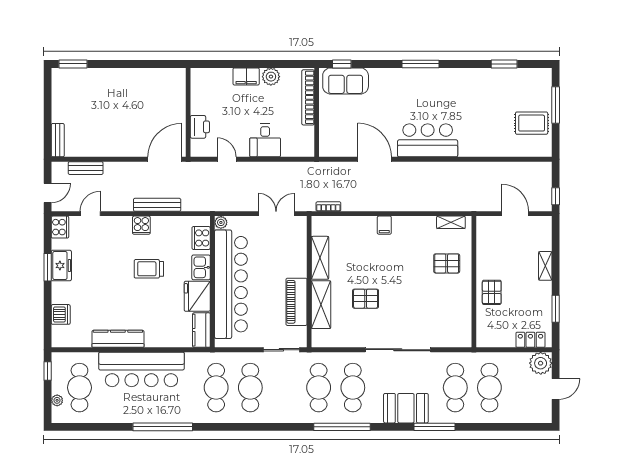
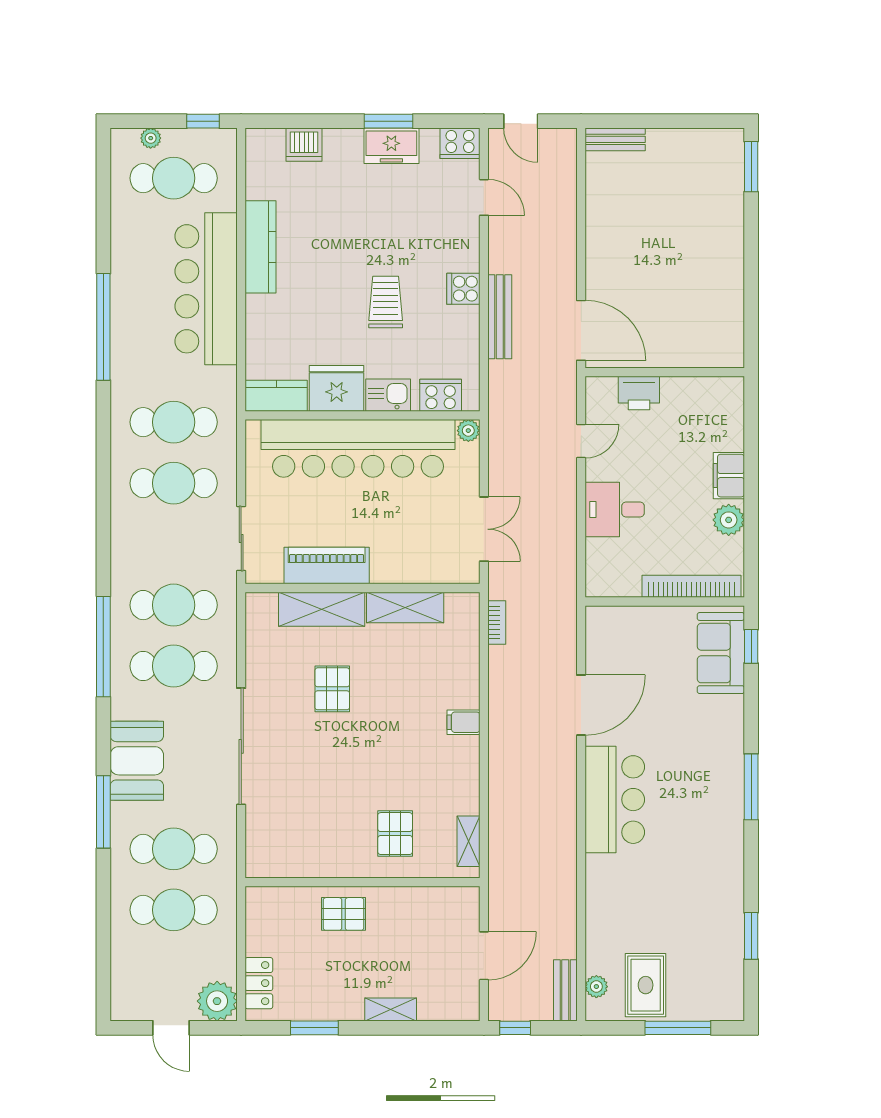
plant: (532, 151) -> (596, 987), added
bench: (86, 168) -> (565, 990), moved

